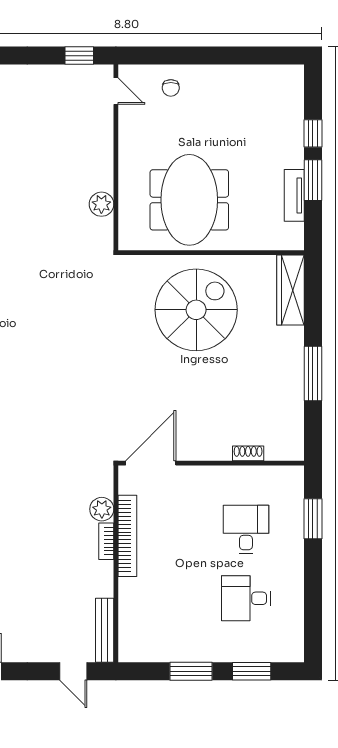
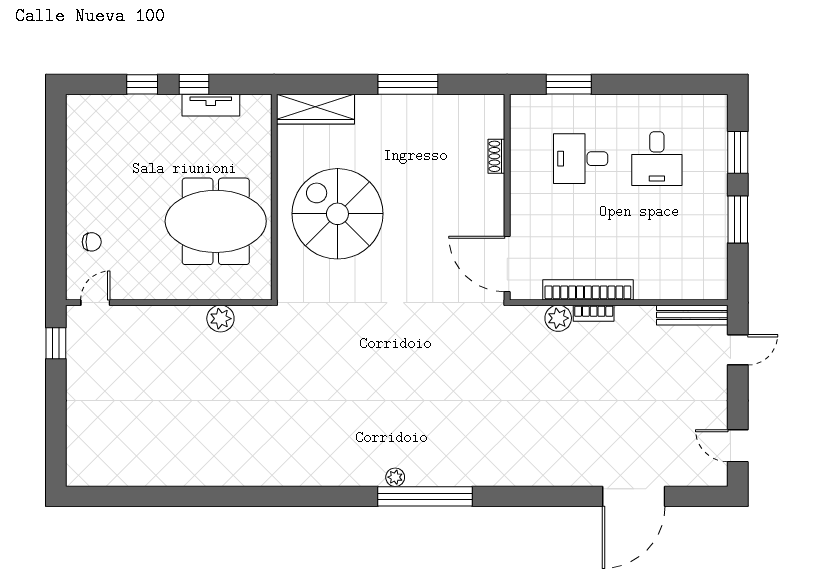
window: (313, 180) -> (194, 84), width x0.67

